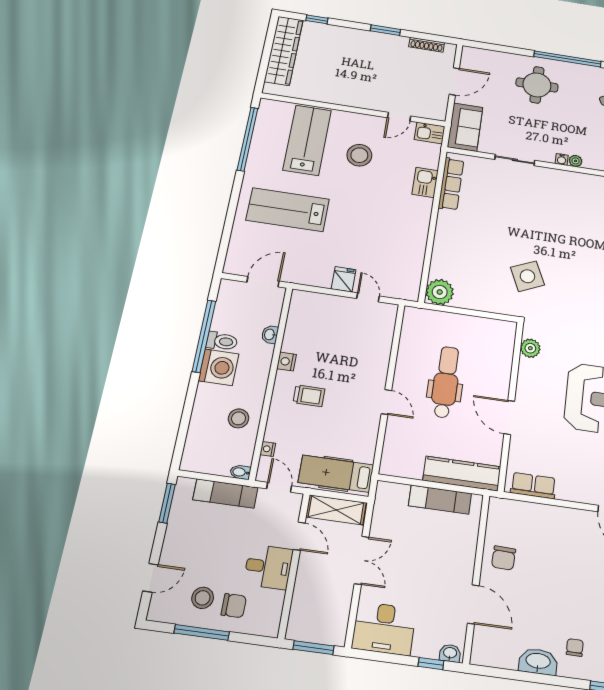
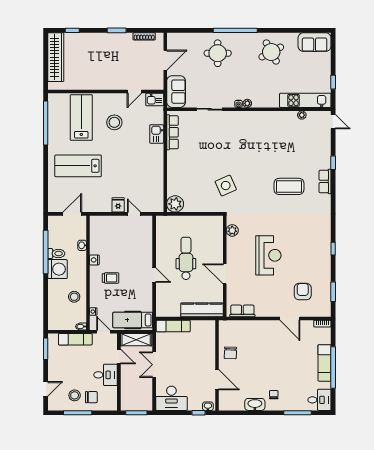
exam couch: (440, 500) -> (173, 326), moved
double door: (362, 560) -> (154, 365), swing flipped

